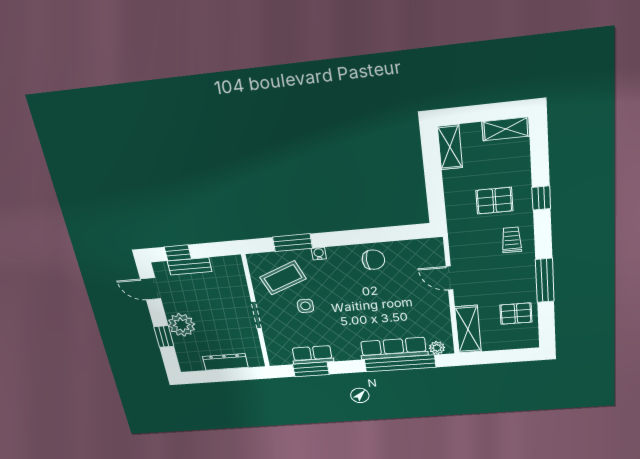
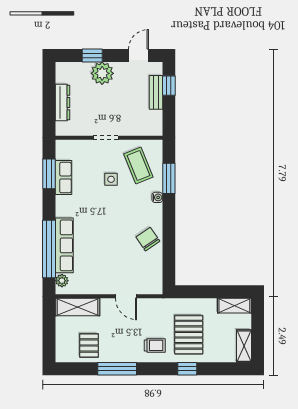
pallet: (494, 201) -> (189, 335), width x1.50, depth x1.42
chair: (373, 260) -> (148, 239), turned 146
door: (449, 278) -> (126, 296), swing flipped

